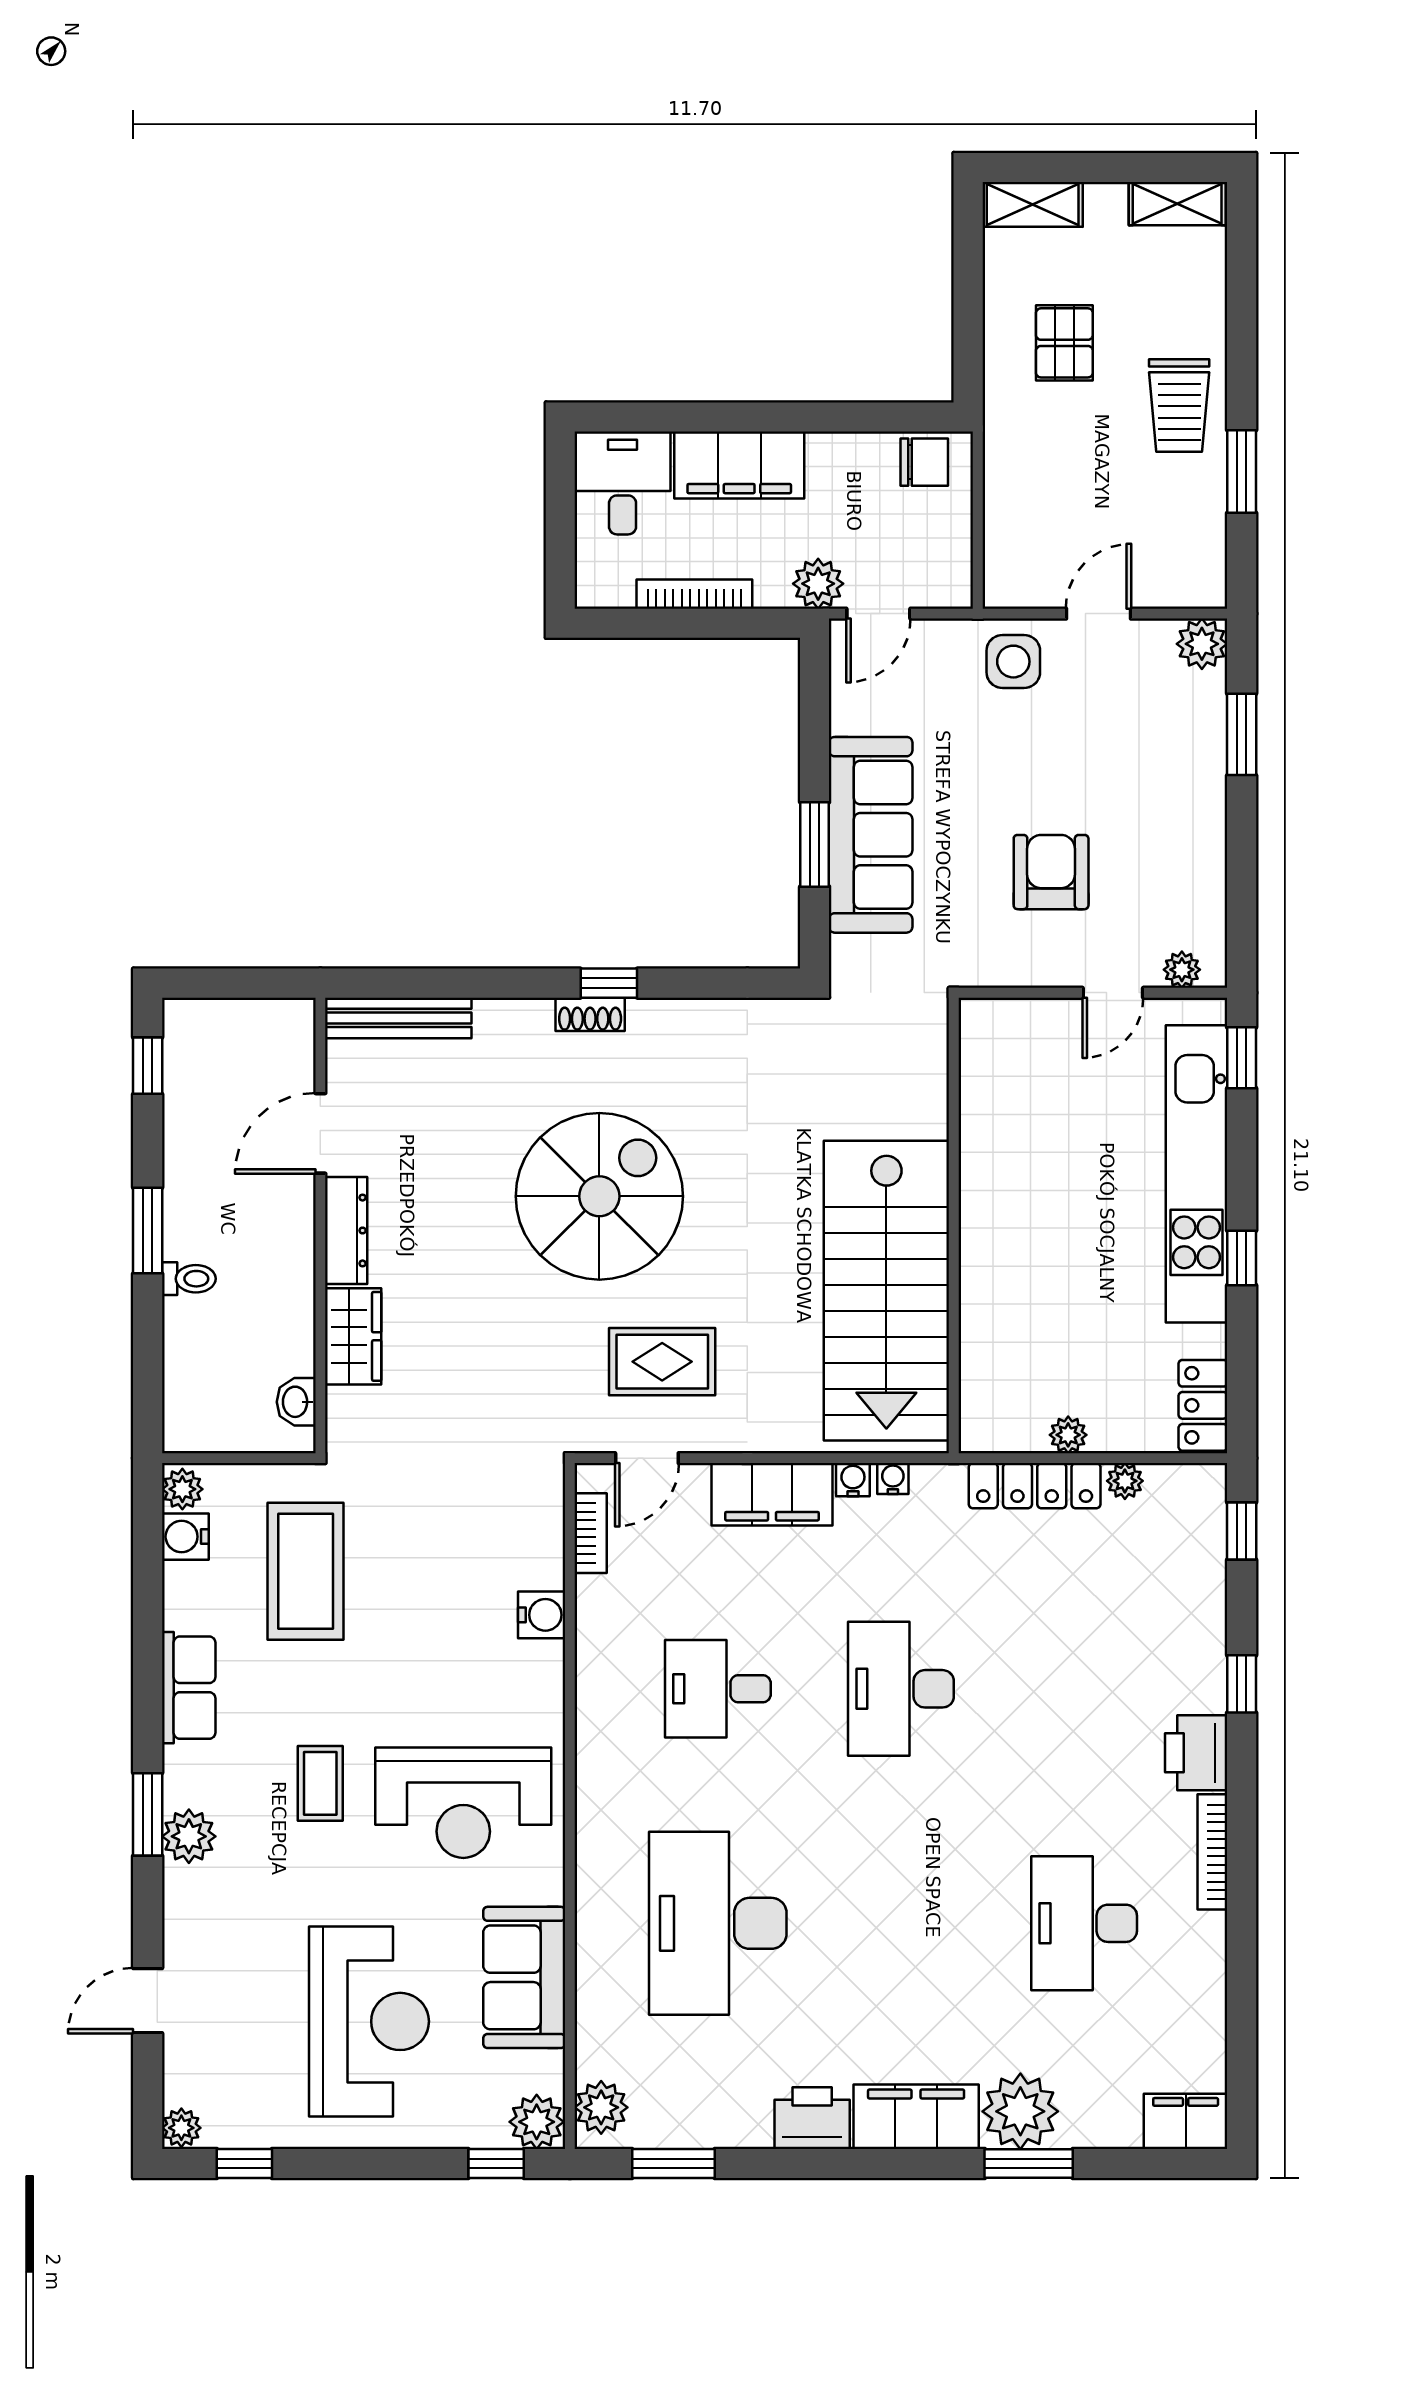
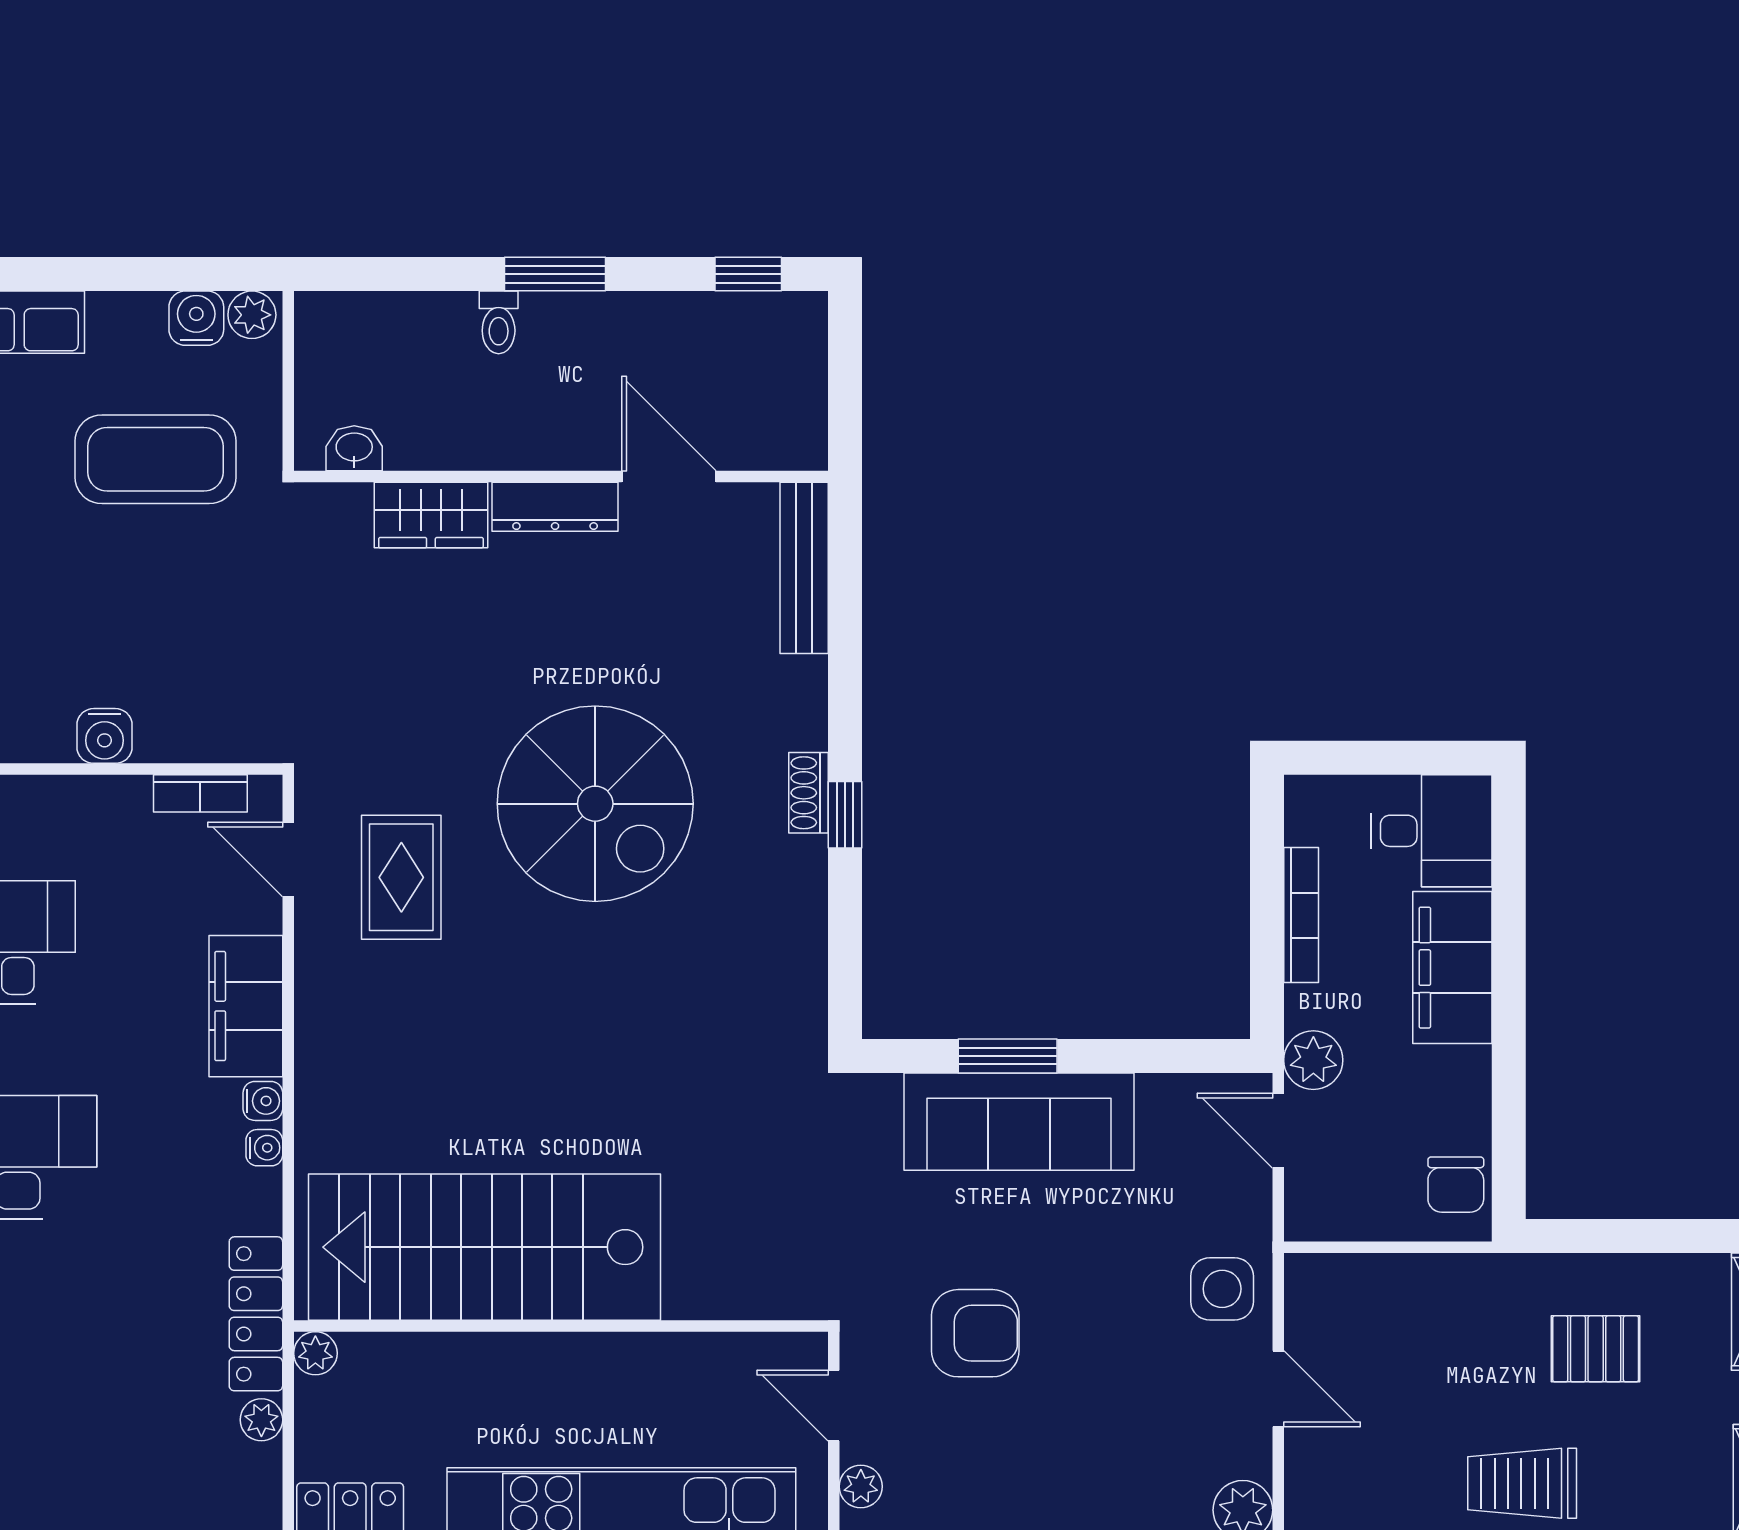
wall: (954, 1225) -> (561, 1326), moved
stairs: (886, 1291) -> (484, 1247), moved

